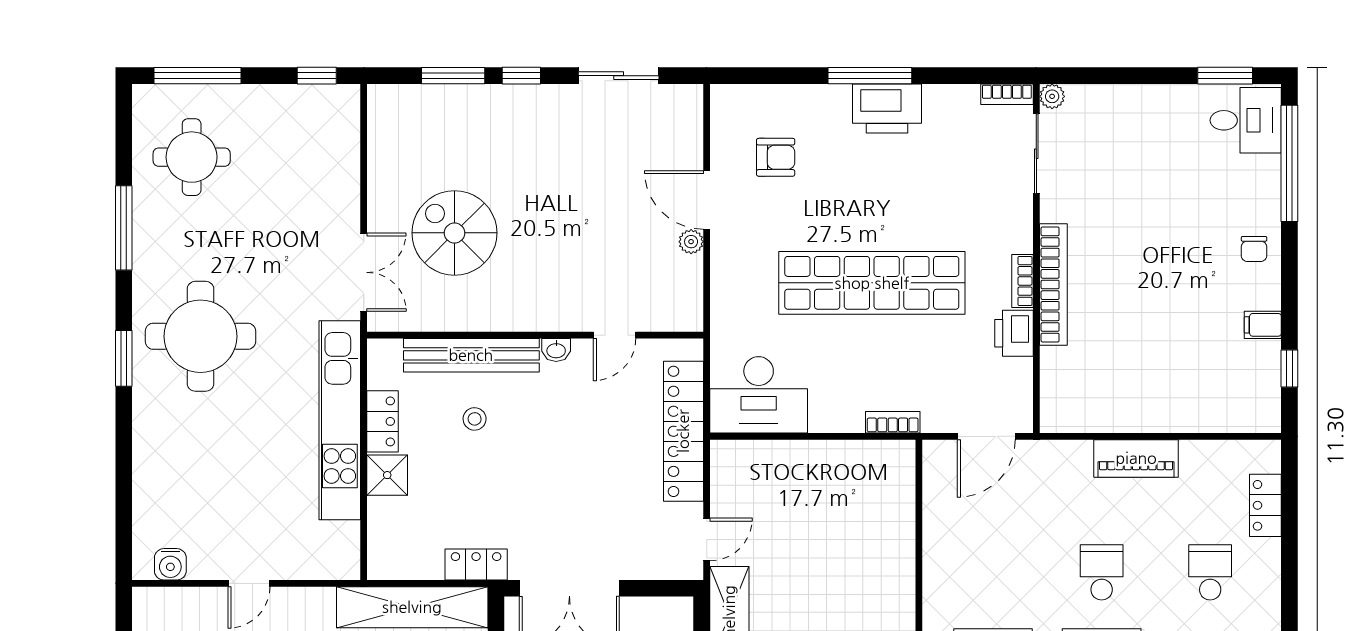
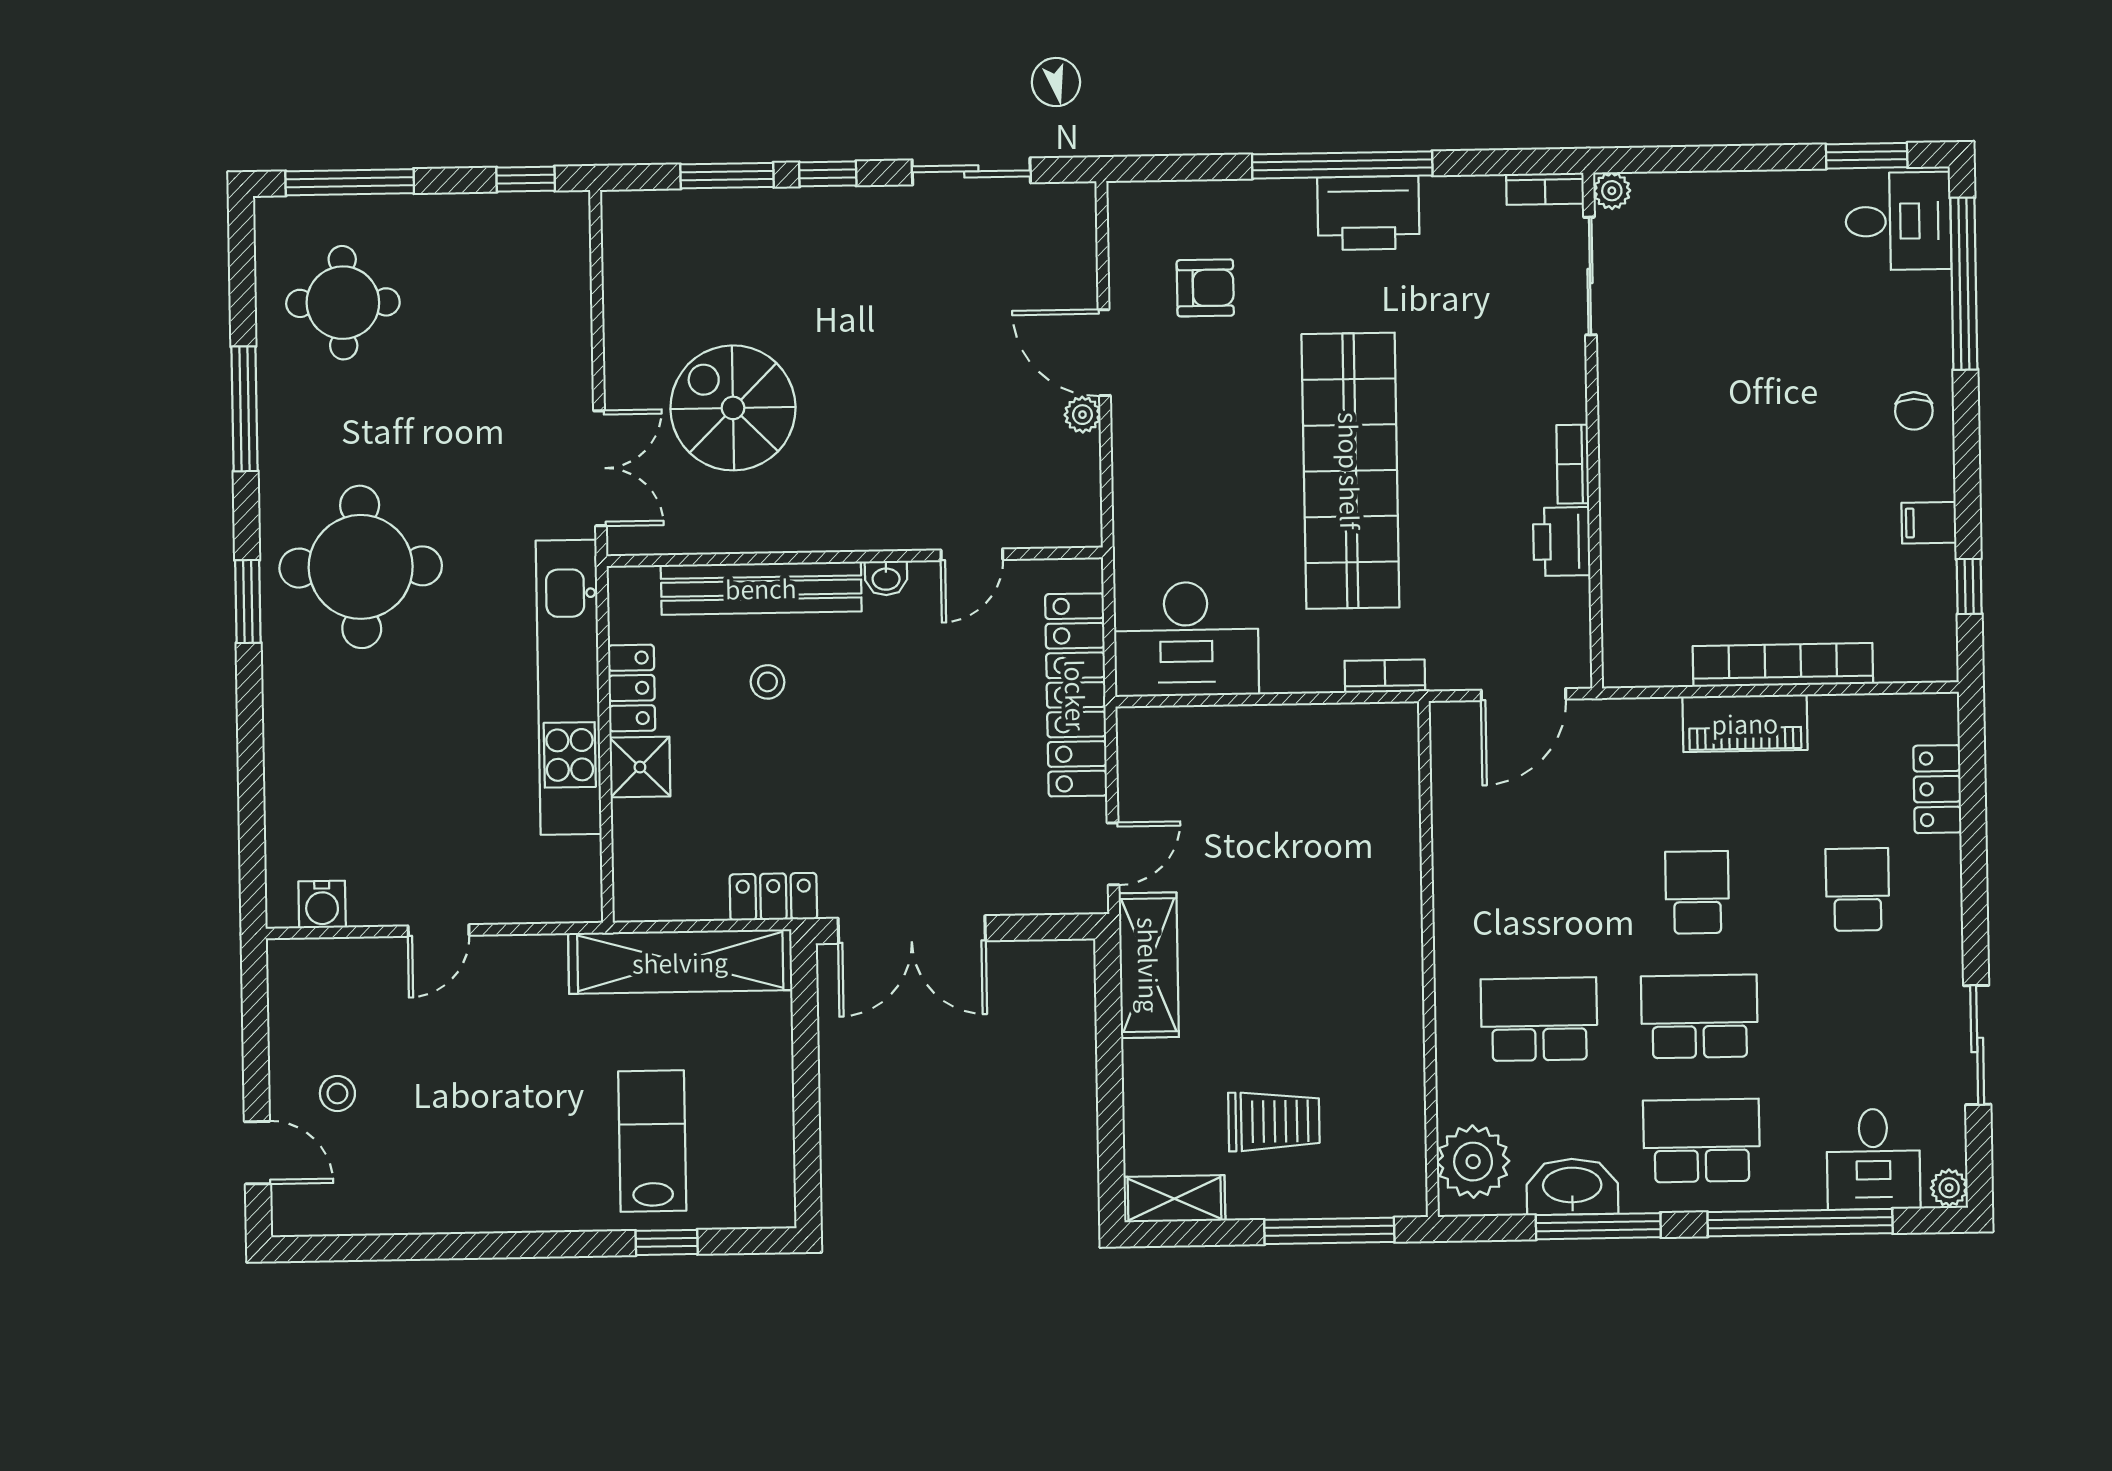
window: (870, 76) -> (1342, 165), width x1.46
shop shelf: (872, 283) -> (1350, 471), turned 90
bookcase: (1053, 284) -> (1783, 665), moved, turned -90

